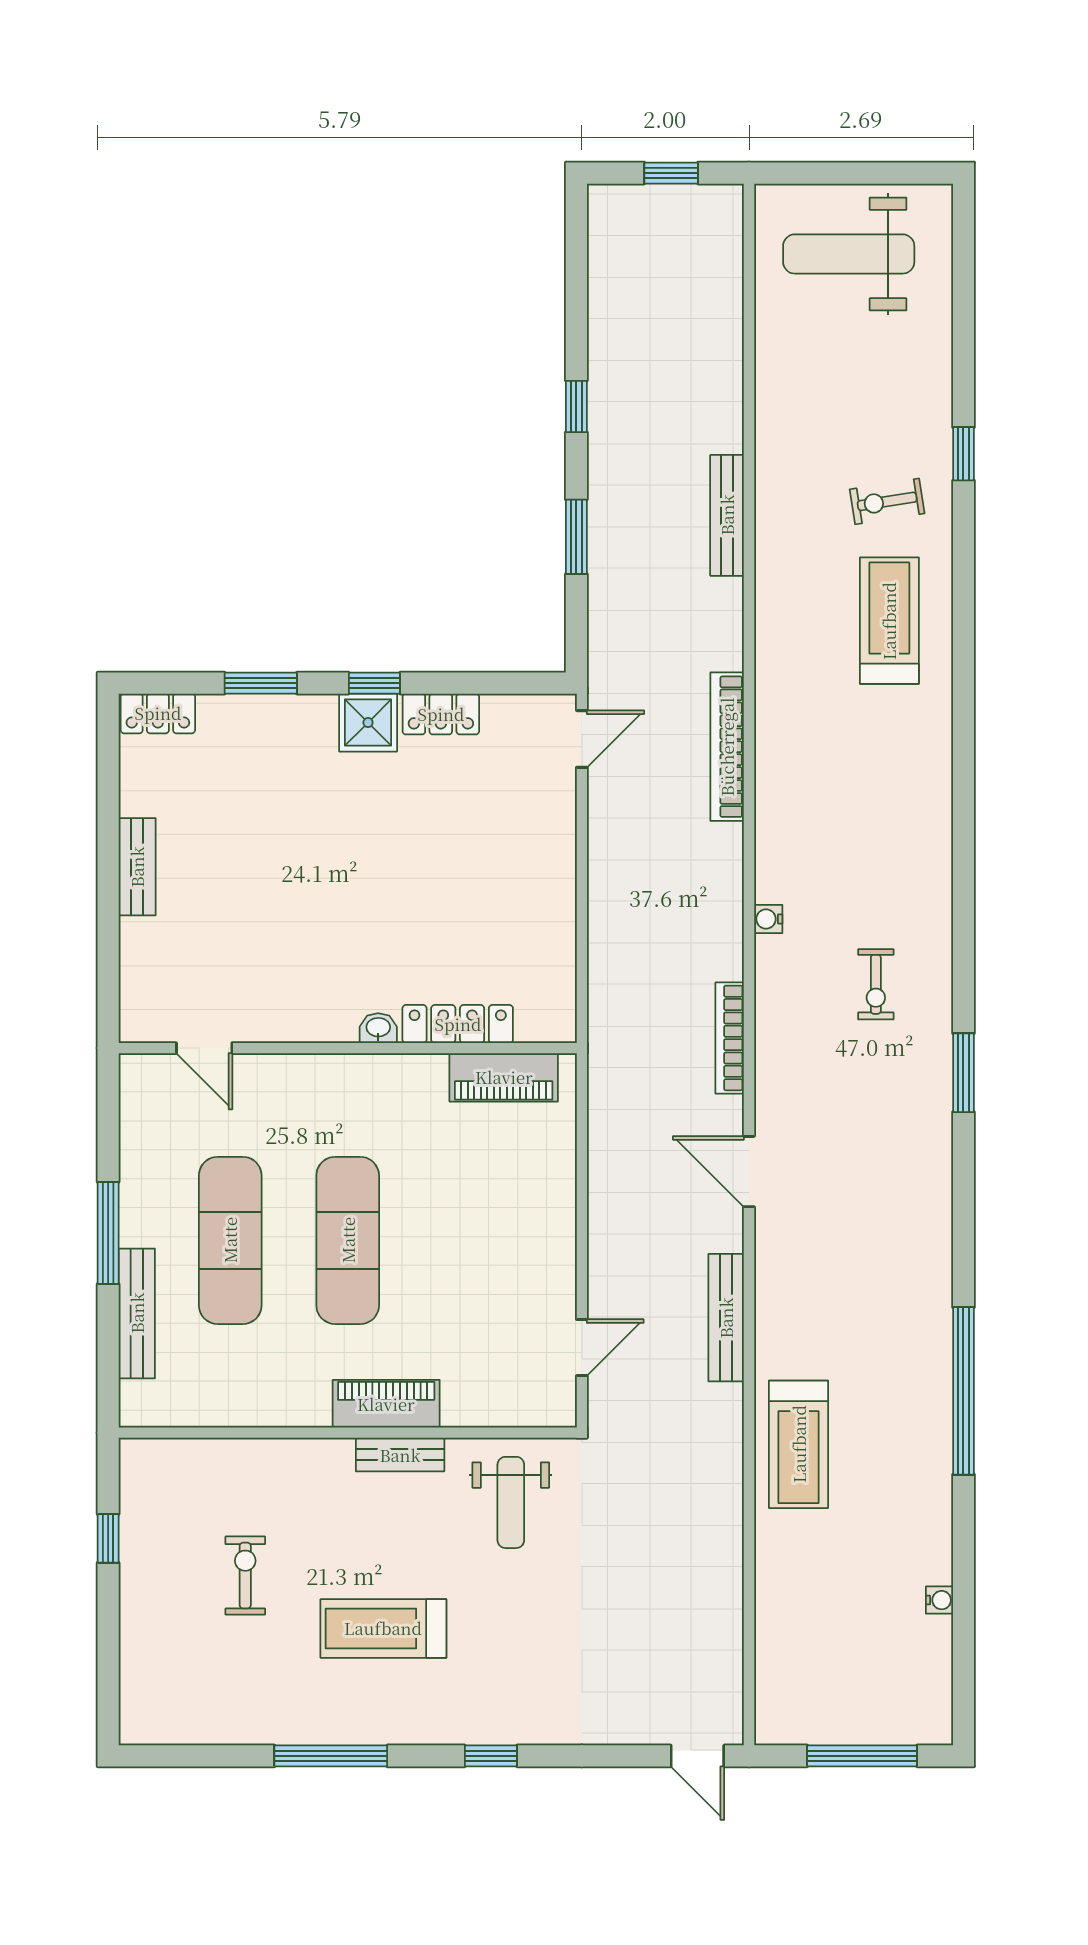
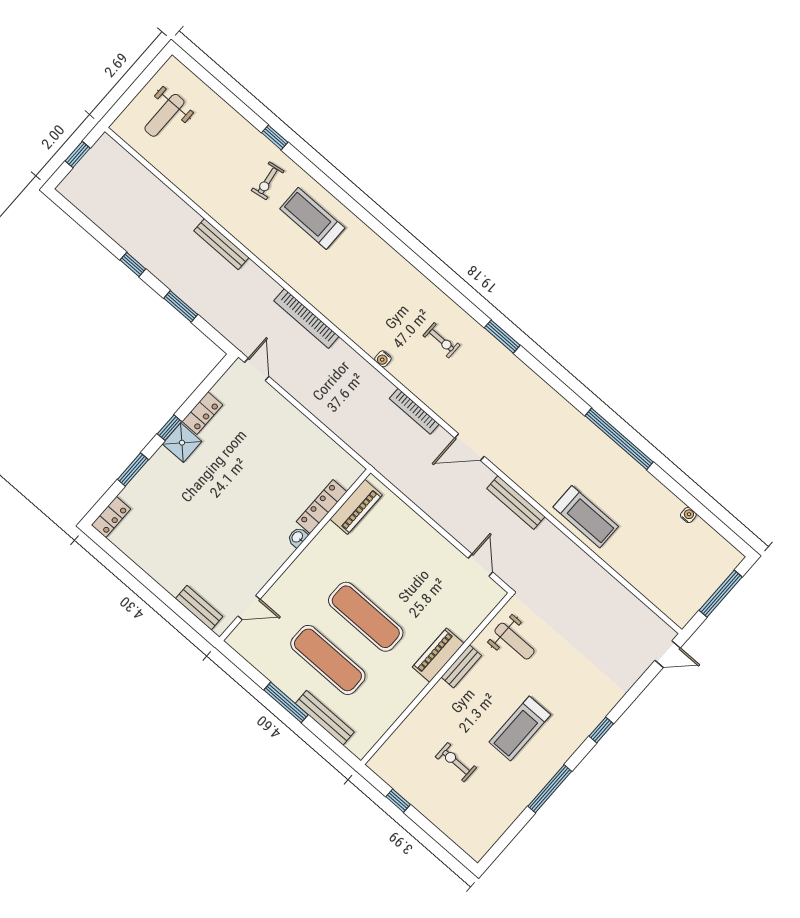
weight bench: (849, 254) -> (164, 115), width x0.73, depth x0.75
bench: (137, 867) -> (199, 608), moved

